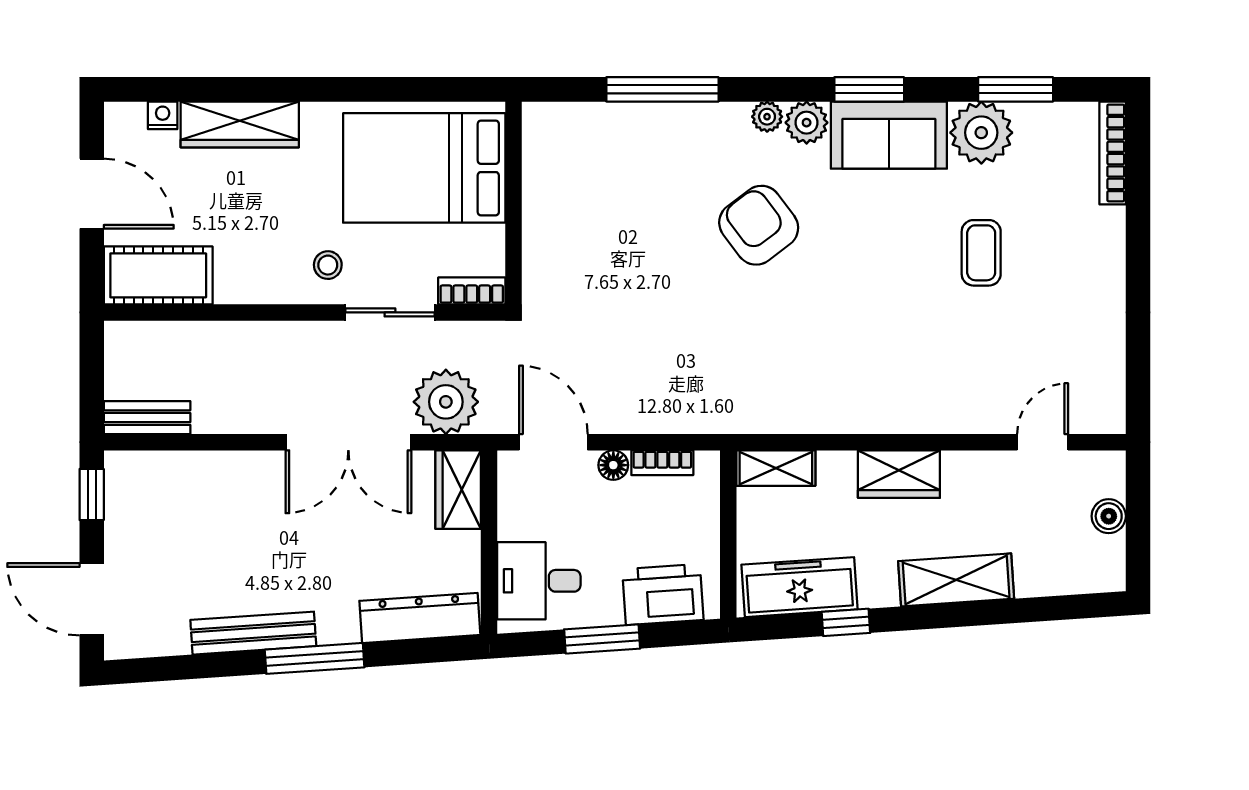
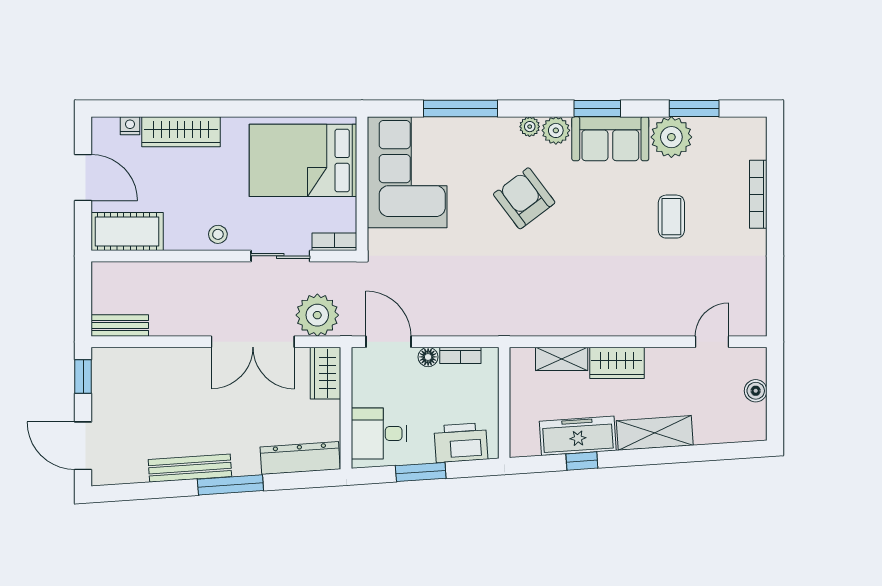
bookcase: (1113, 153) -> (758, 194), moved
corner sofa: (582, 186) -> (407, 172), added
stool: (328, 265) -> (218, 234), moved
shelving: (776, 468) -> (562, 359), moved
freezer: (799, 587) -> (578, 436), moved

